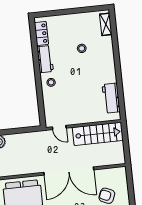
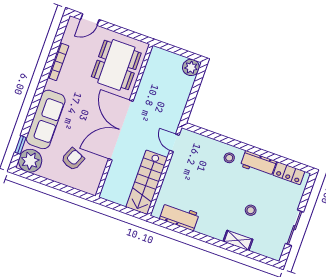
sliding door: (79, 10) -> (295, 228), added
shelving: (106, 24) -> (238, 240), moved
door: (59, 127) -> (174, 143), hinge flipped

